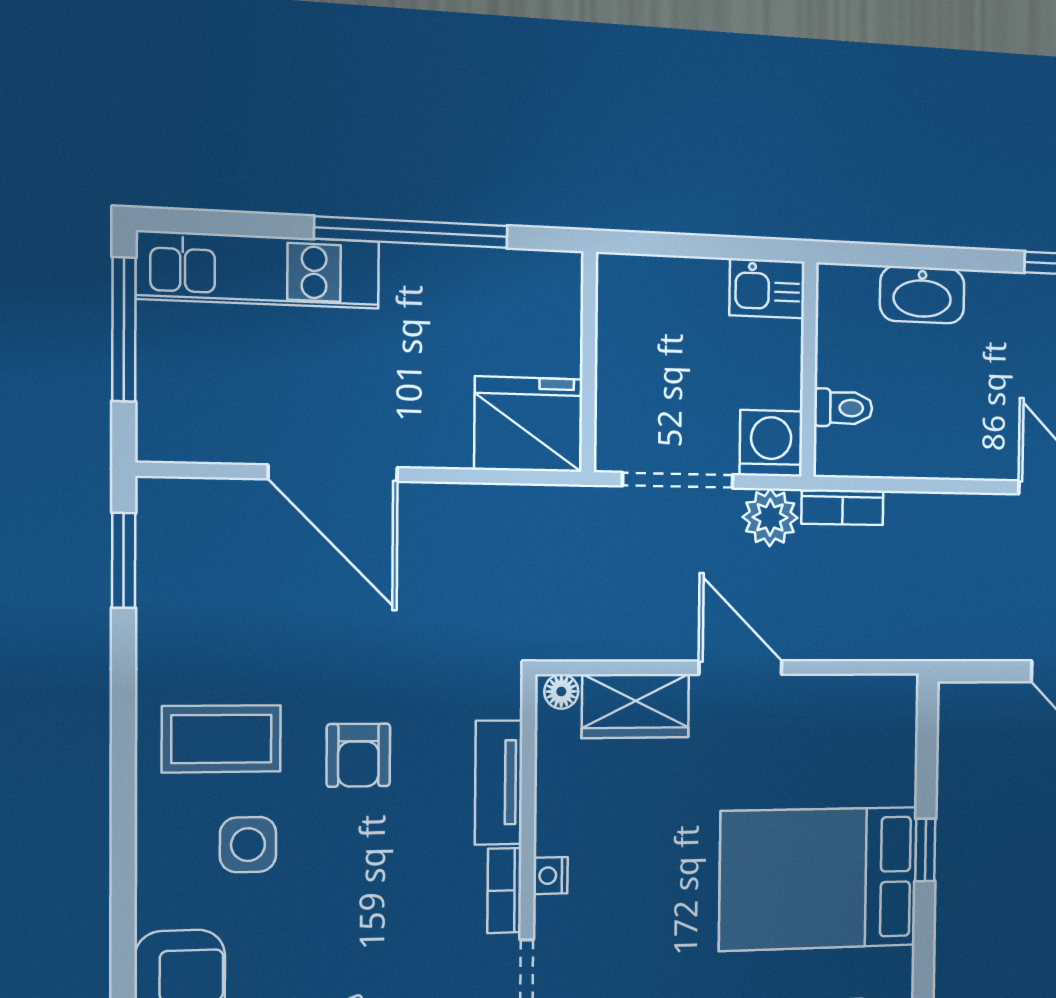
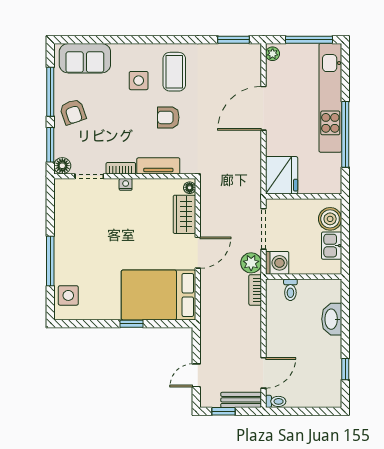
kitchen unit: (259, 270) -> (330, 98), width x1.36
boiler: (653, 288) -> (330, 219), added
kitchen sink: (767, 288) -> (332, 246), moved
plant: (167, 442) -> (273, 54), added
bed: (819, 879) -> (158, 295), moved, turned -90

